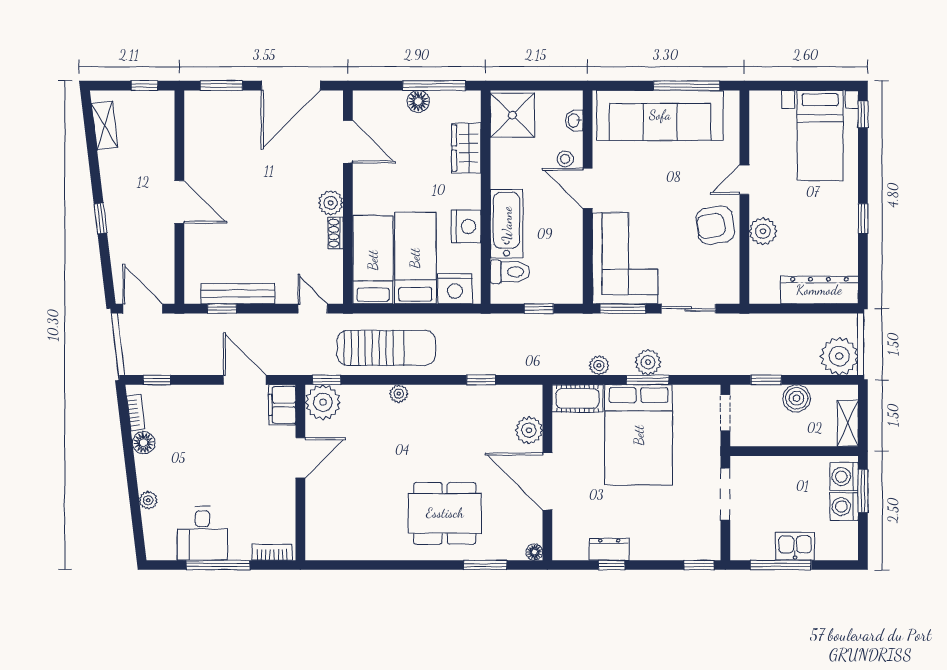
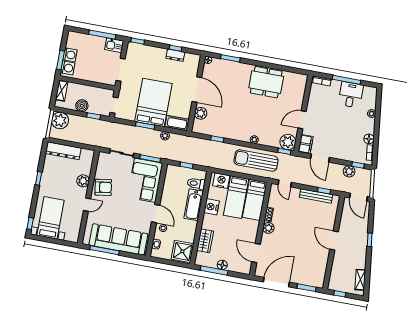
plant: (648, 362) -> (349, 171), moved
dining table: (445, 513) -> (266, 82), moved
kitchen sink: (795, 546) -> (114, 45), moved

